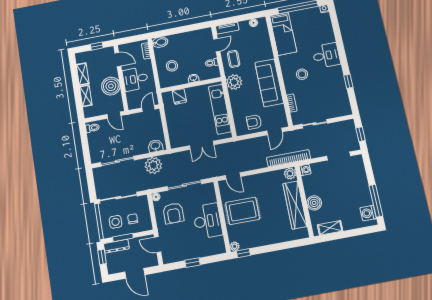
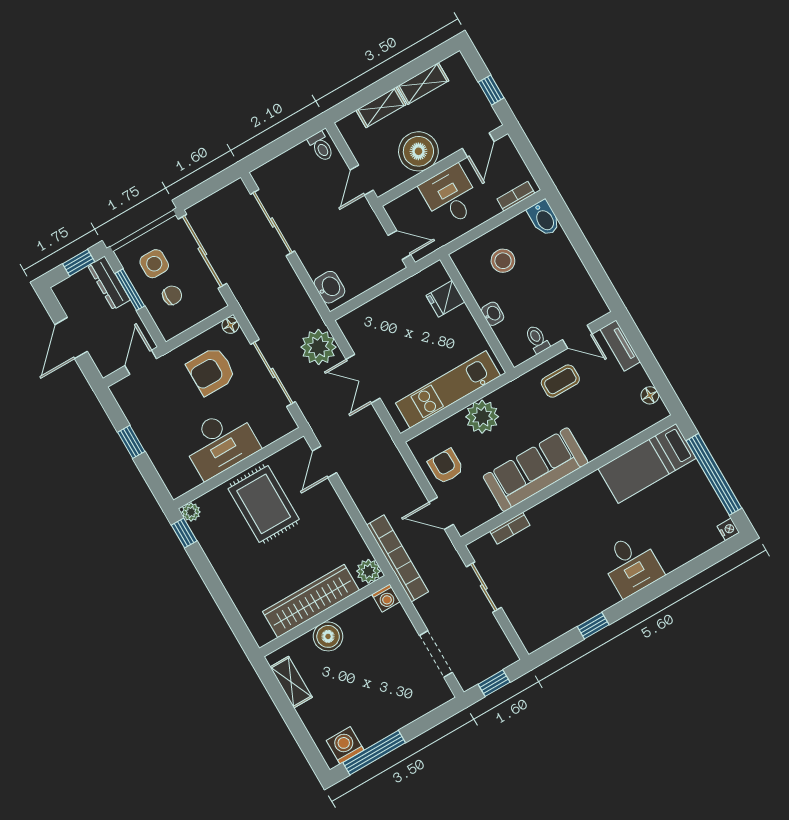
stool: (302, 74) -> (576, 529), removed
plant: (234, 82) -> (482, 417), moved
plant: (153, 165) -> (319, 347), moved

